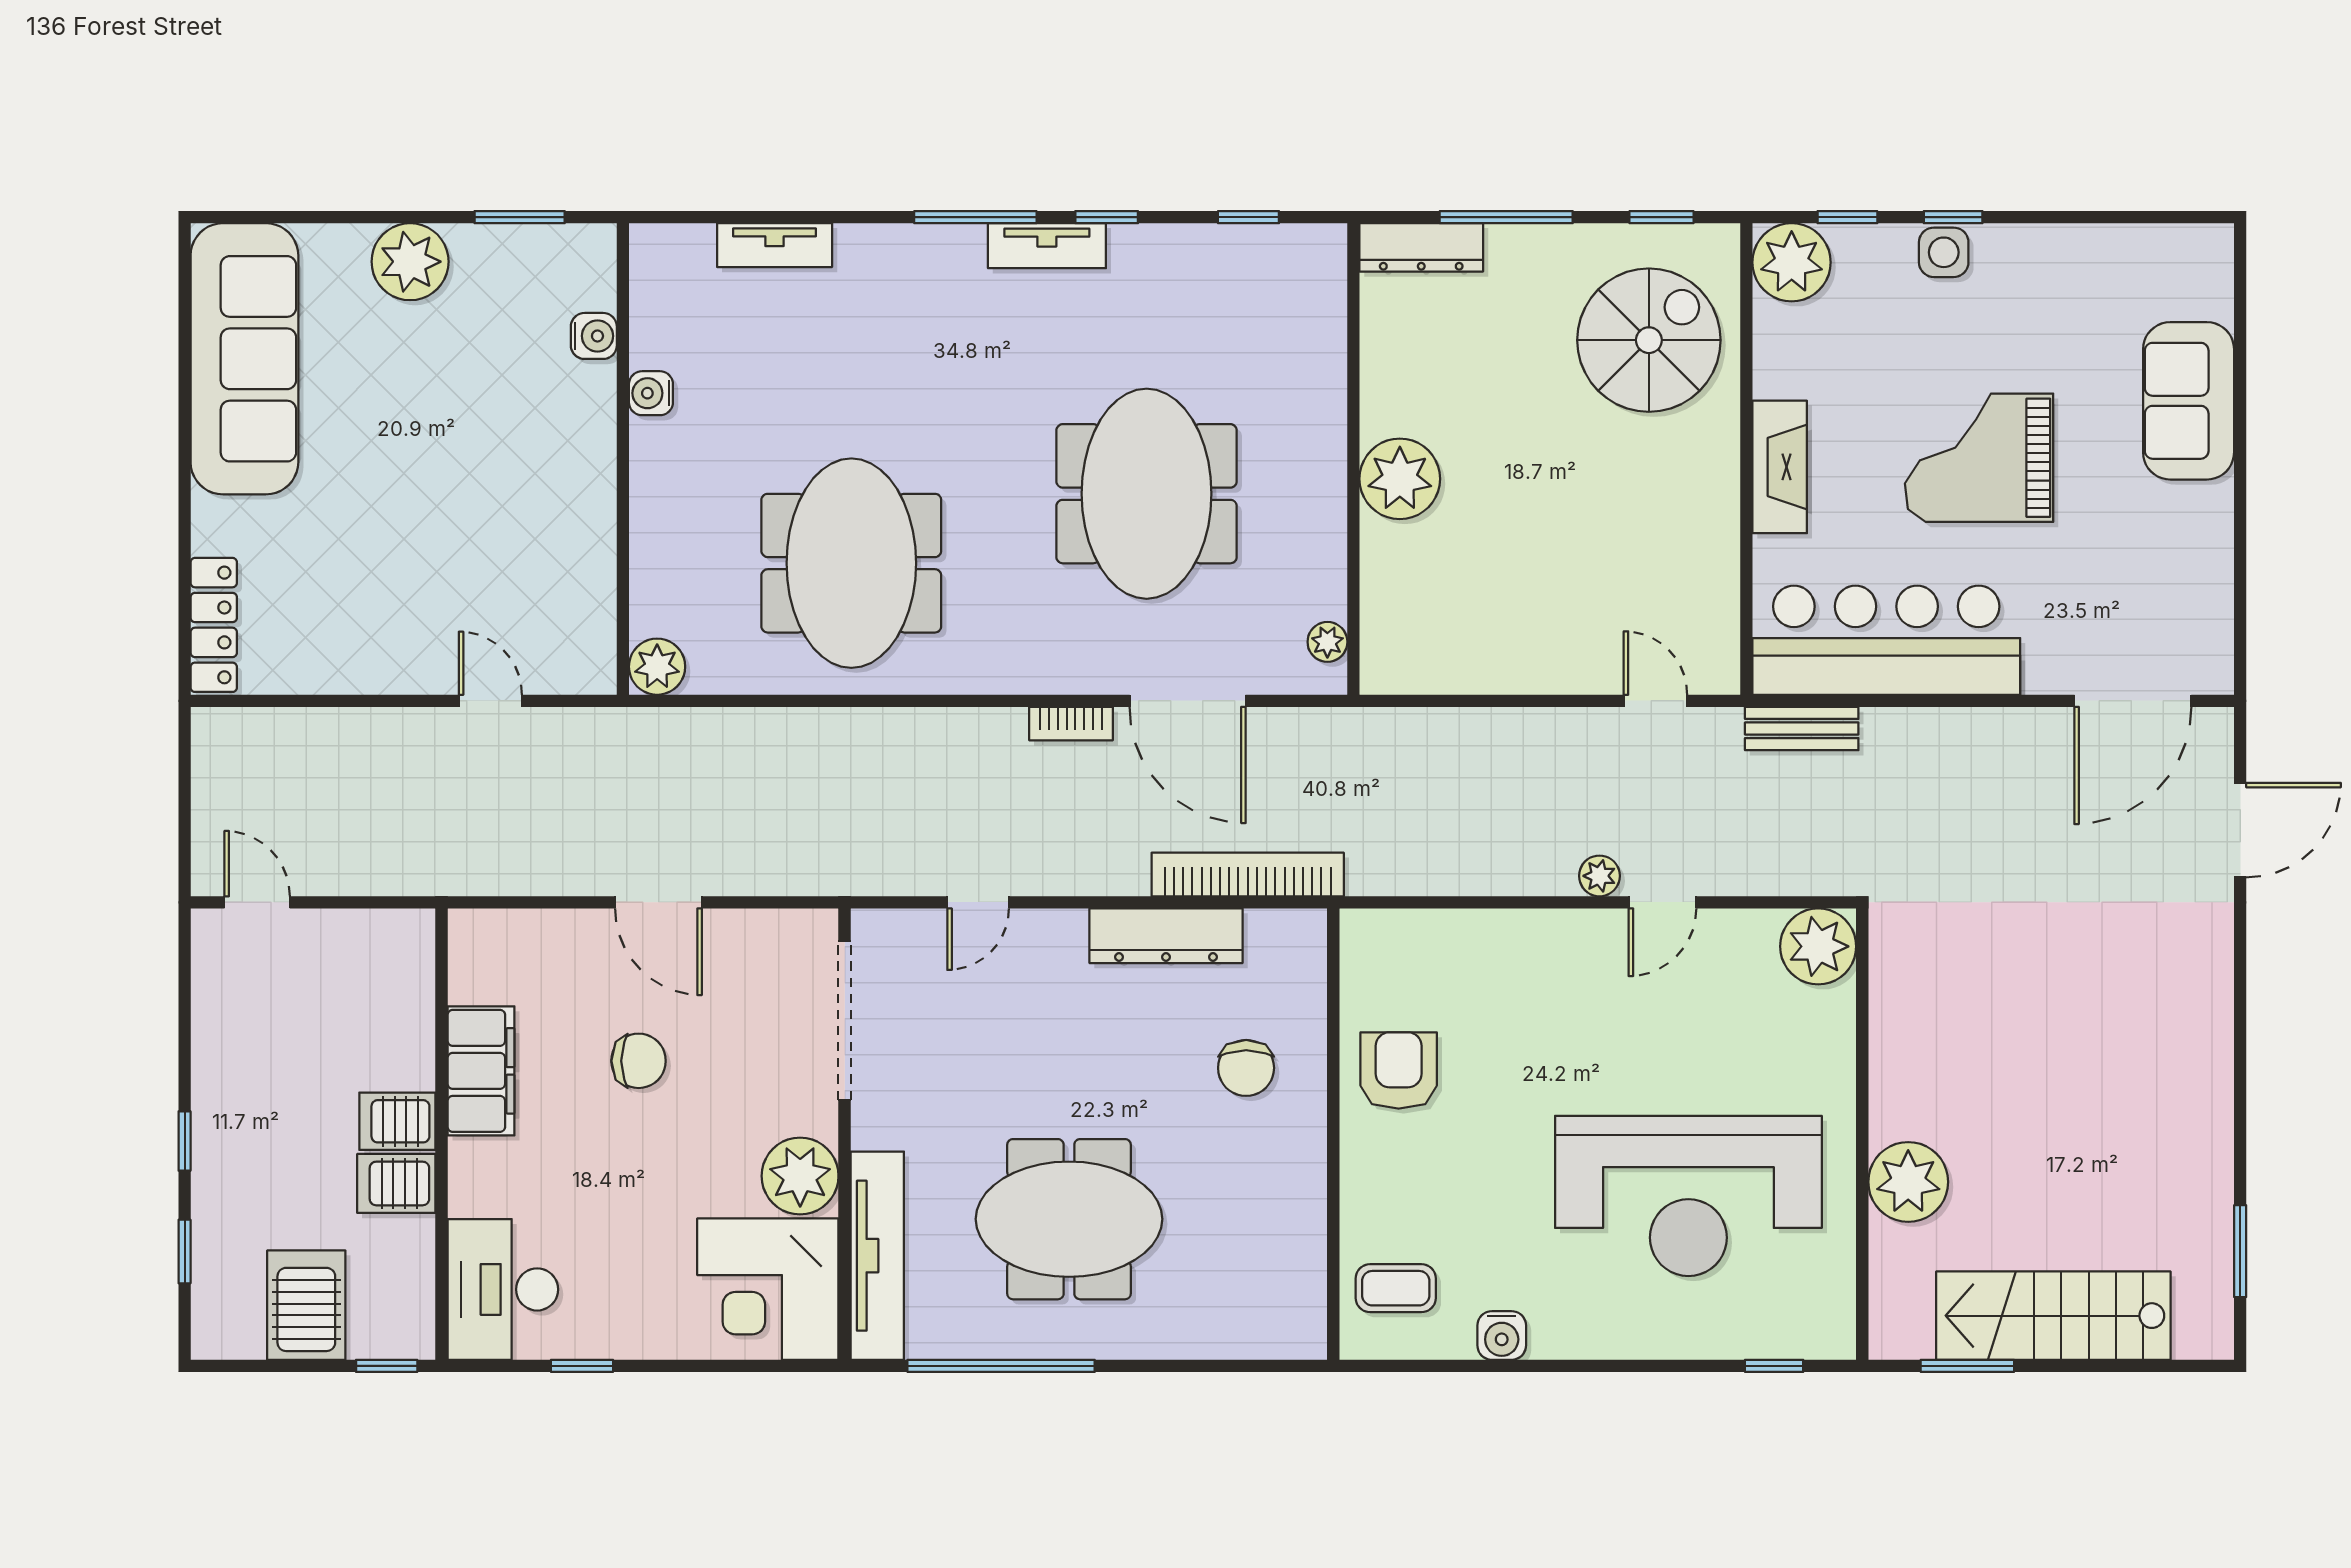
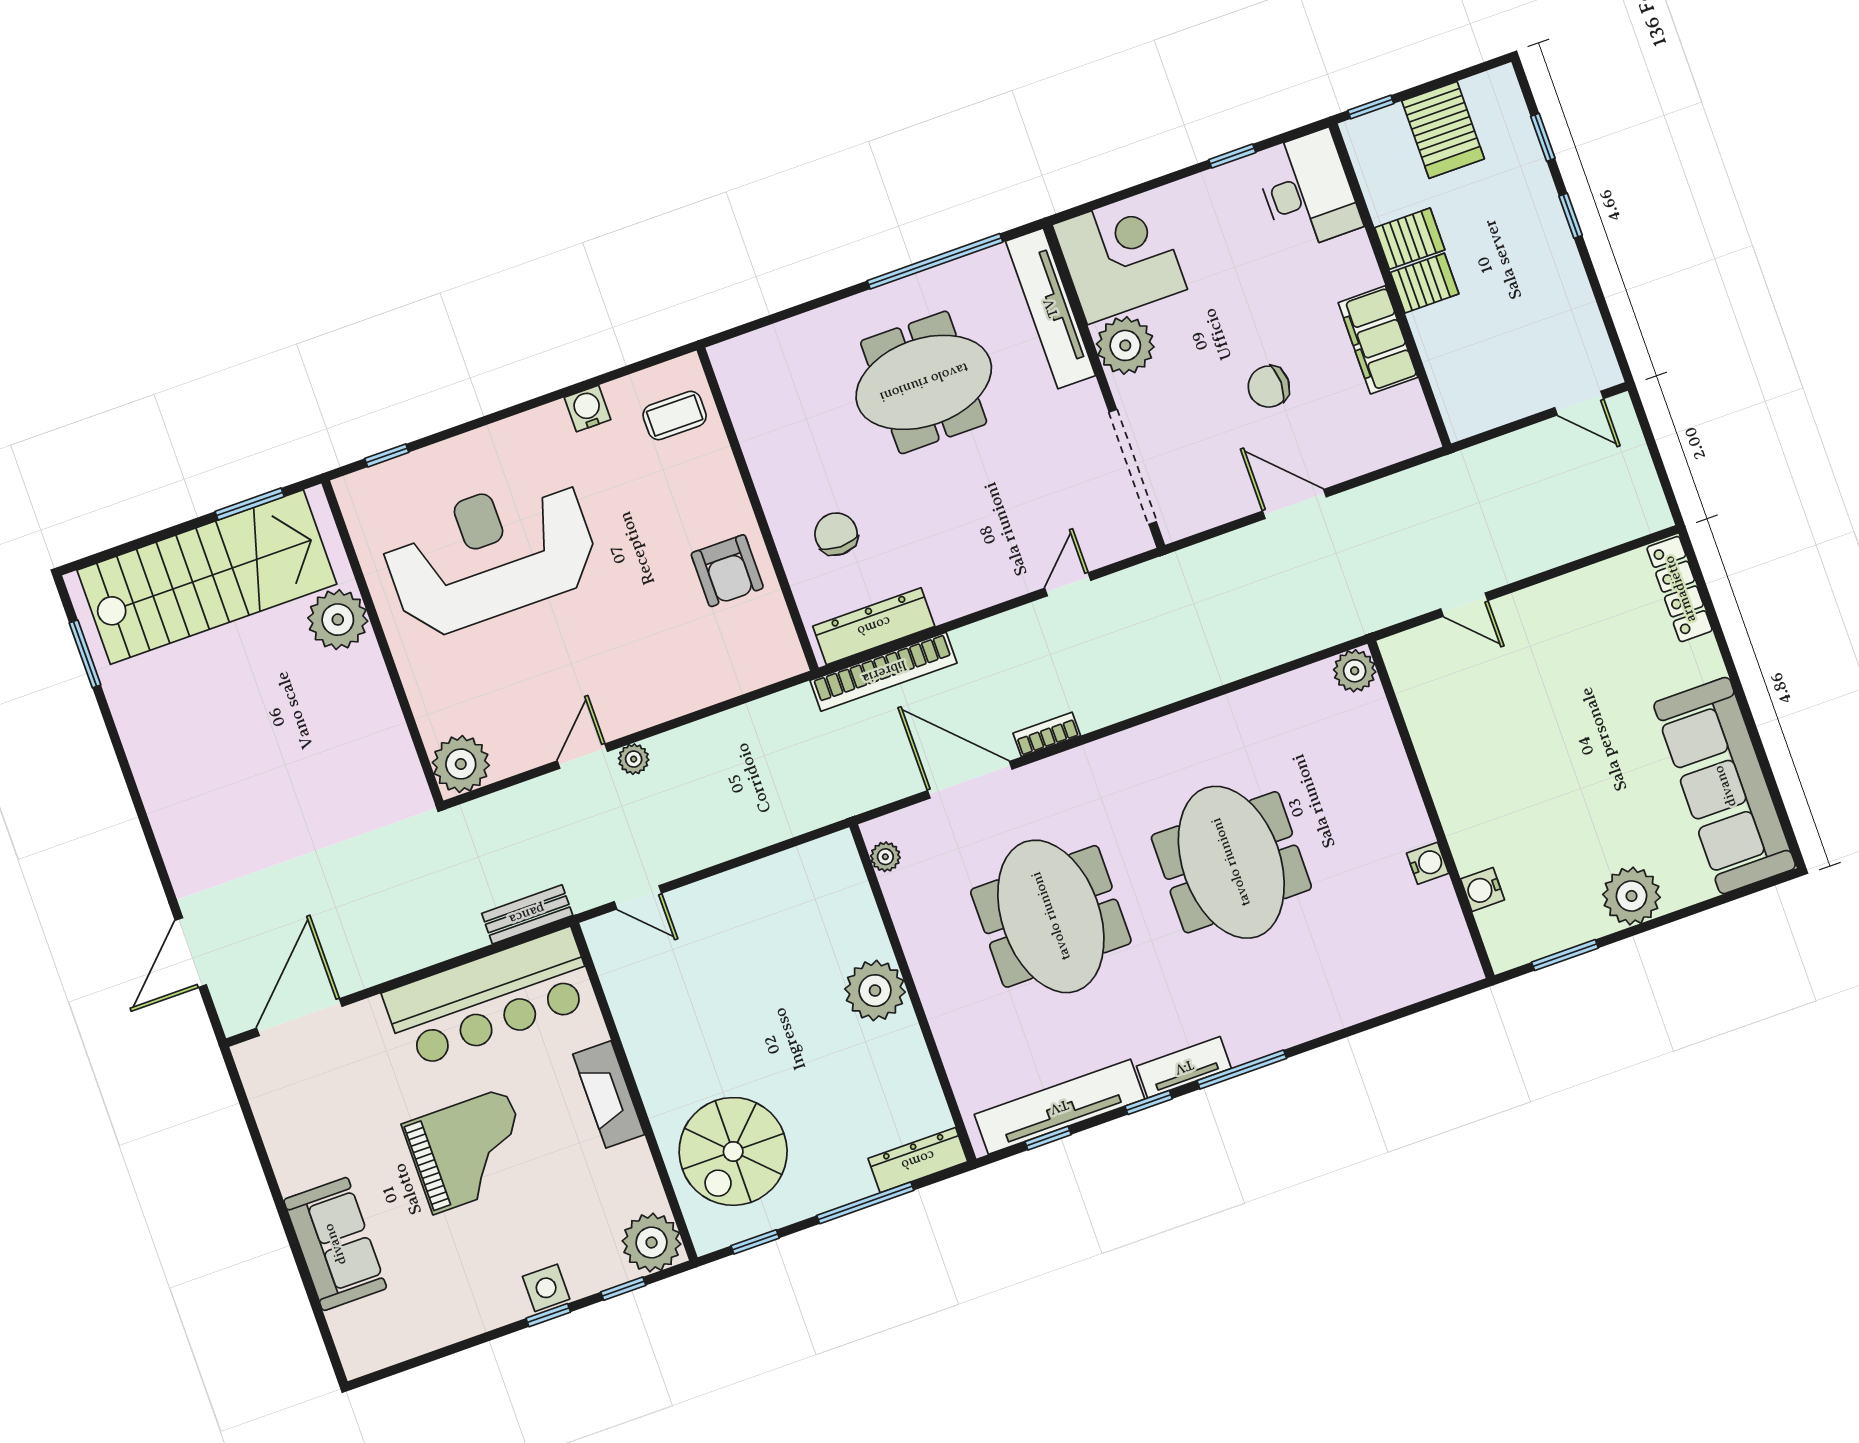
tv unit: (775, 245) -> (1059, 1107), moved, width x1.92, depth x1.29
meeting table: (851, 563) -> (1231, 862), moved
dresser: (1166, 936) -> (874, 626), moved
stairs: (2053, 1316) -> (207, 577), width x1.36, depth x1.51

